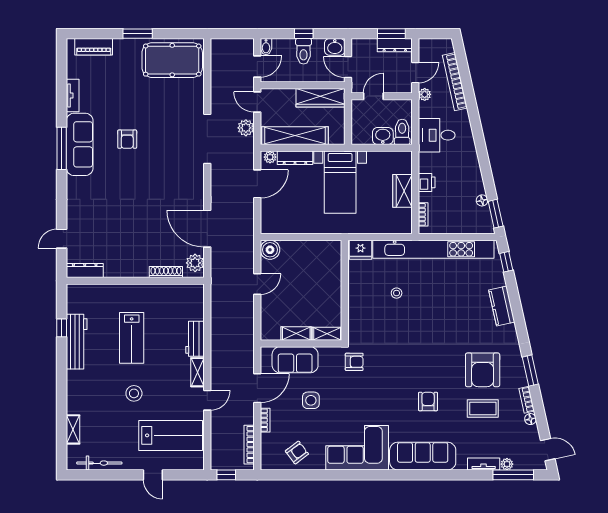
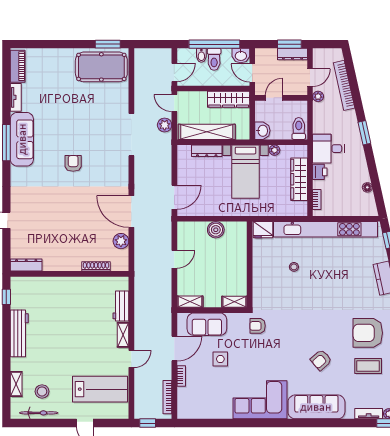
window: (138, 34) -> (108, 44), moved
window: (304, 34) -> (214, 44), width x3.17
piano: (94, 47) -> (18, 66), moved, turned -90
bidet: (266, 47) -> (201, 55), moved
desk: (437, 135) -> (328, 149), moved
washbasin: (383, 136) -> (262, 131), moved, turned 90
armchair: (127, 139) -> (73, 163), moved, turned 180
plant: (270, 157) -> (274, 150), moved
door: (257, 184) -> (174, 197), moved
wardrobe: (403, 191) -> (299, 179), width x1.50
window: (496, 214) -> (364, 133), moved
boiler: (270, 250) -> (216, 230), moved
dresser: (85, 270) -> (26, 265), moved
shoe rack: (166, 272) -> (96, 266), moved
wall: (135, 281) -> (70, 274), moved
shelving: (296, 334) -> (190, 302), moved
lab bench: (132, 338) -> (67, 305), removed
workbench: (77, 342) -> (19, 333), moved
armchair: (354, 362) -> (258, 326), turned 180
armchair: (483, 370) -> (368, 333), turned 90
stool: (134, 393) -> (42, 391), moved
armchair: (428, 401) -> (321, 360), turned -131
armchair: (297, 453) -> (208, 404), removed

